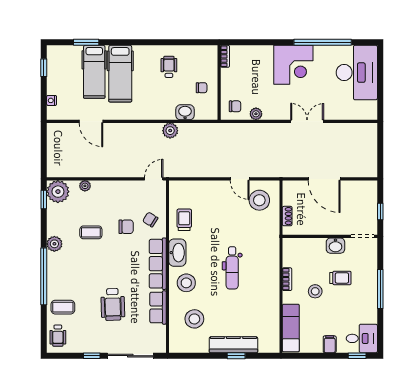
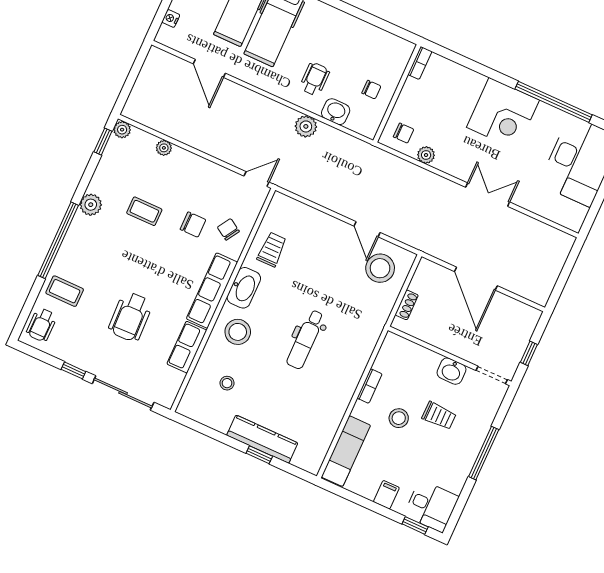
wheelchair: (169, 67) -> (315, 79), moved
plant: (58, 192) -> (122, 130), width x0.53, depth x0.53
stool: (194, 319) -> (227, 383), width x0.53, depth x0.53

